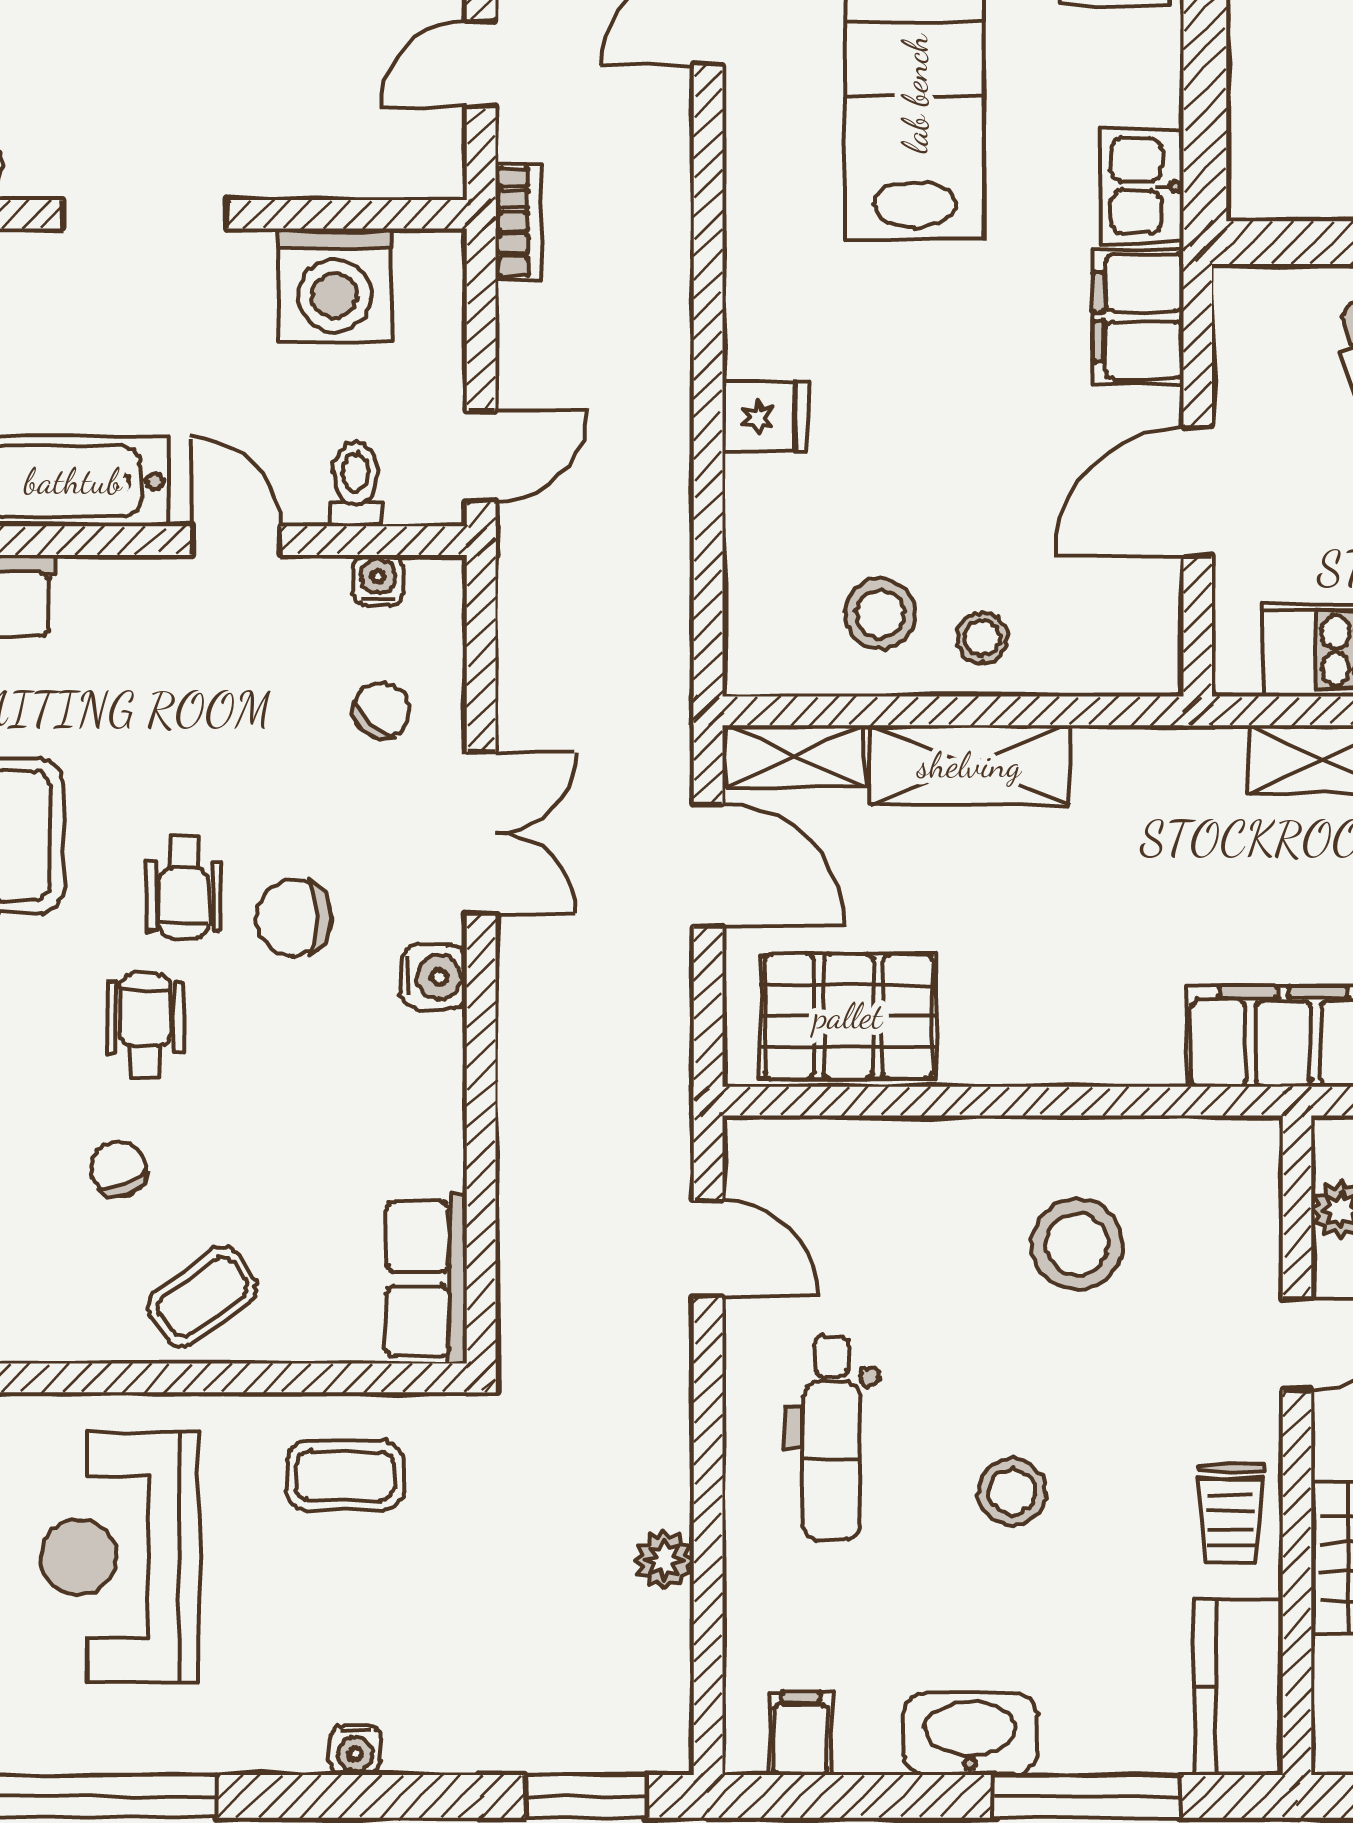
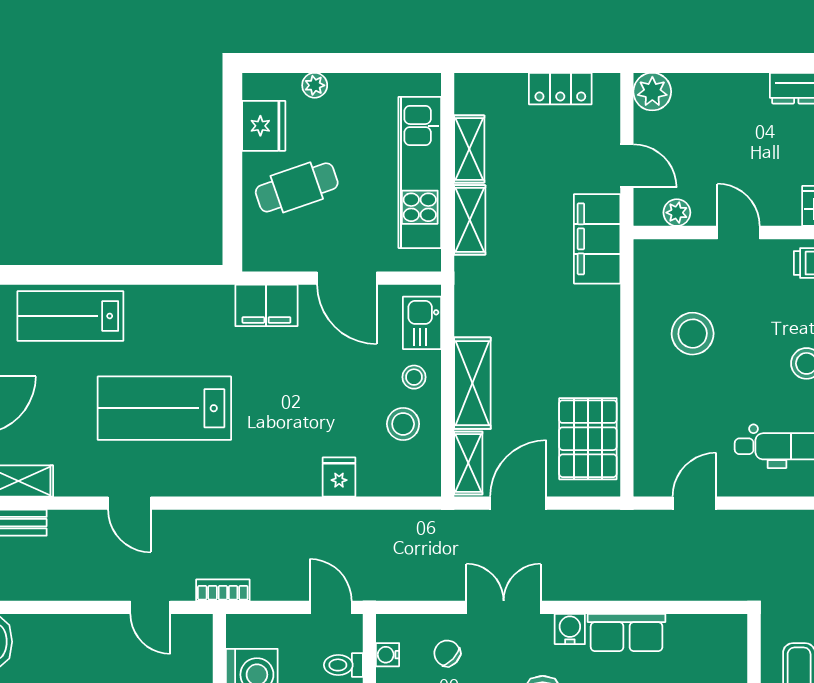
kitchen sink: (1142, 186) -> (422, 323), moved, turned 90
fridge: (765, 417) -> (339, 477), moved
row of seats: (426, 1279) -> (627, 633), moved

